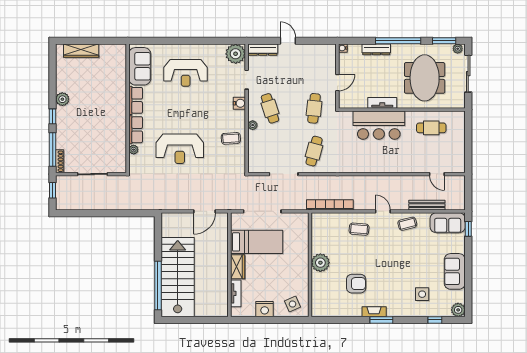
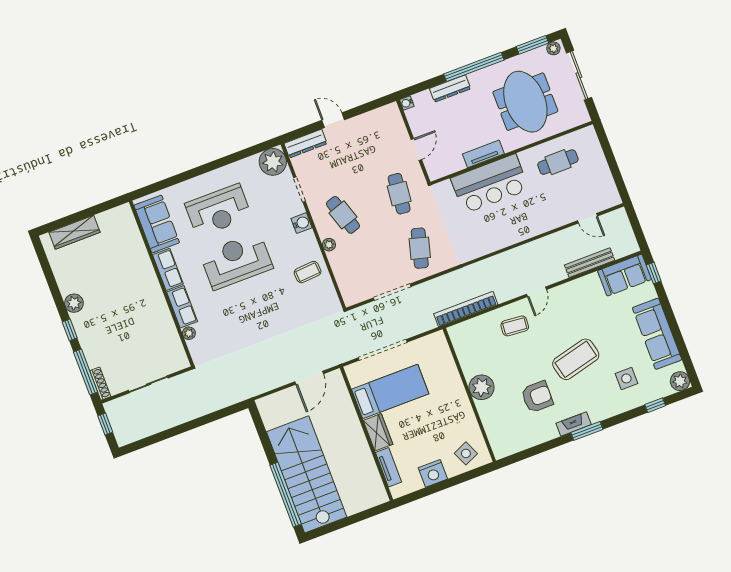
reception desk: (180, 149) -> (236, 261), moved, turned 180
door: (383, 211) -> (536, 292), swing flipped
coffee table: (407, 224) -> (576, 359), moved, width x1.86, depth x1.72
sofa: (455, 271) -> (657, 334), width x1.36

